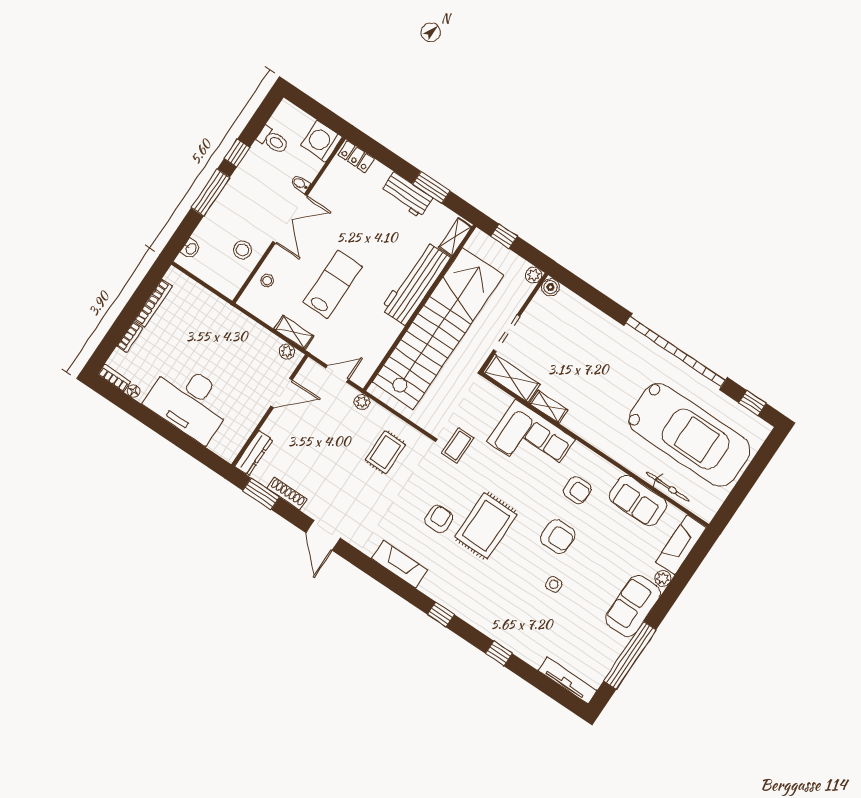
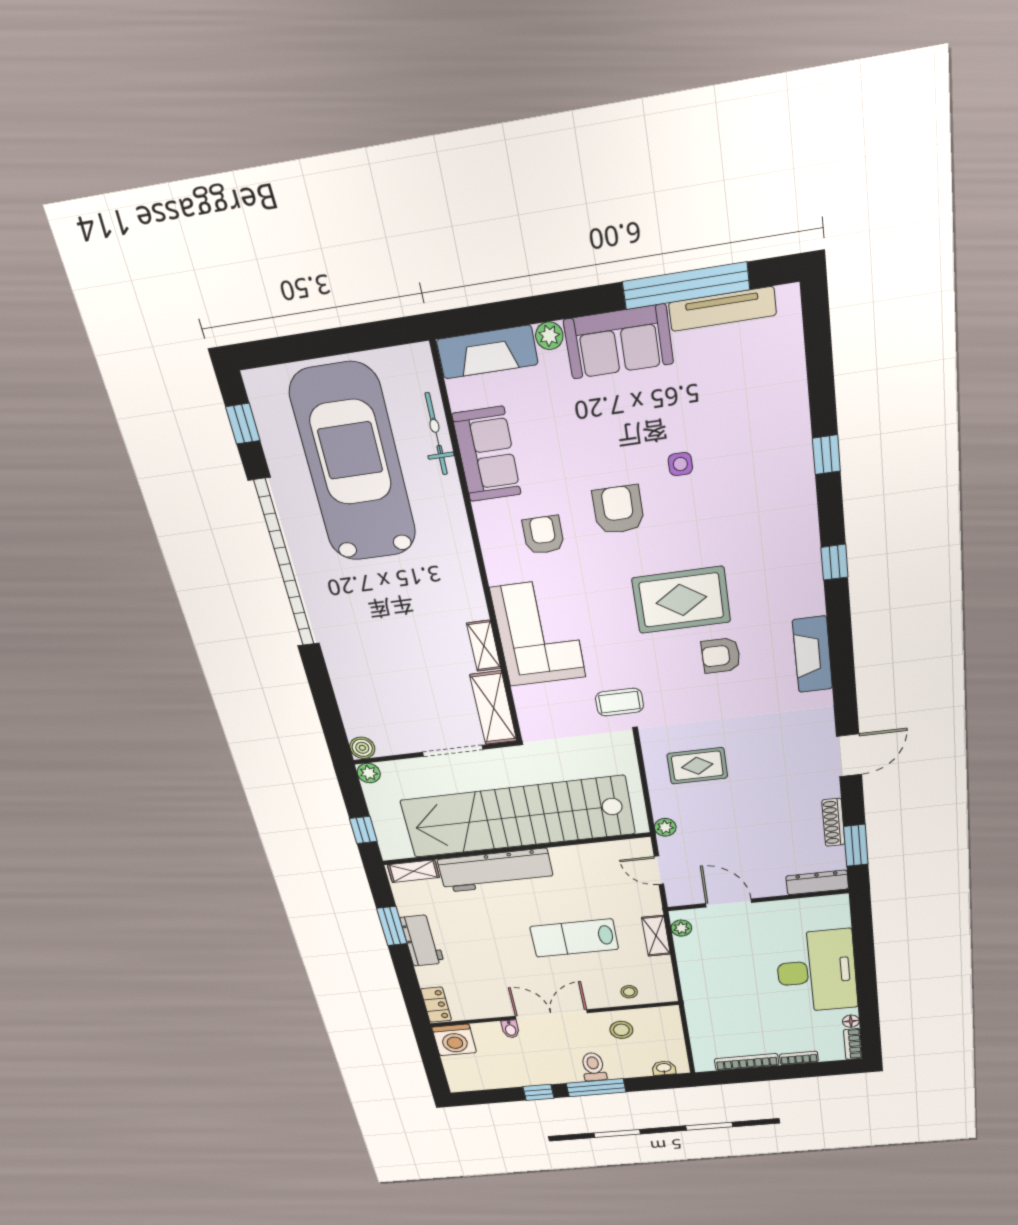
toilet: (273, 140) -> (593, 1067), moved
tv unit: (567, 680) -> (722, 309), moved, turned -90

